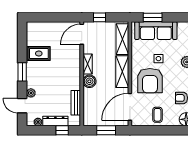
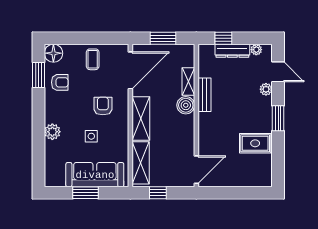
window: (99, 17) -> (158, 193), moved
window: (153, 17) -> (85, 193), moved
shelving: (88, 64) -> (188, 81), moved
armchair: (150, 81) -> (103, 106), width x0.53, depth x0.53
bench: (76, 103) -> (205, 95), moved

